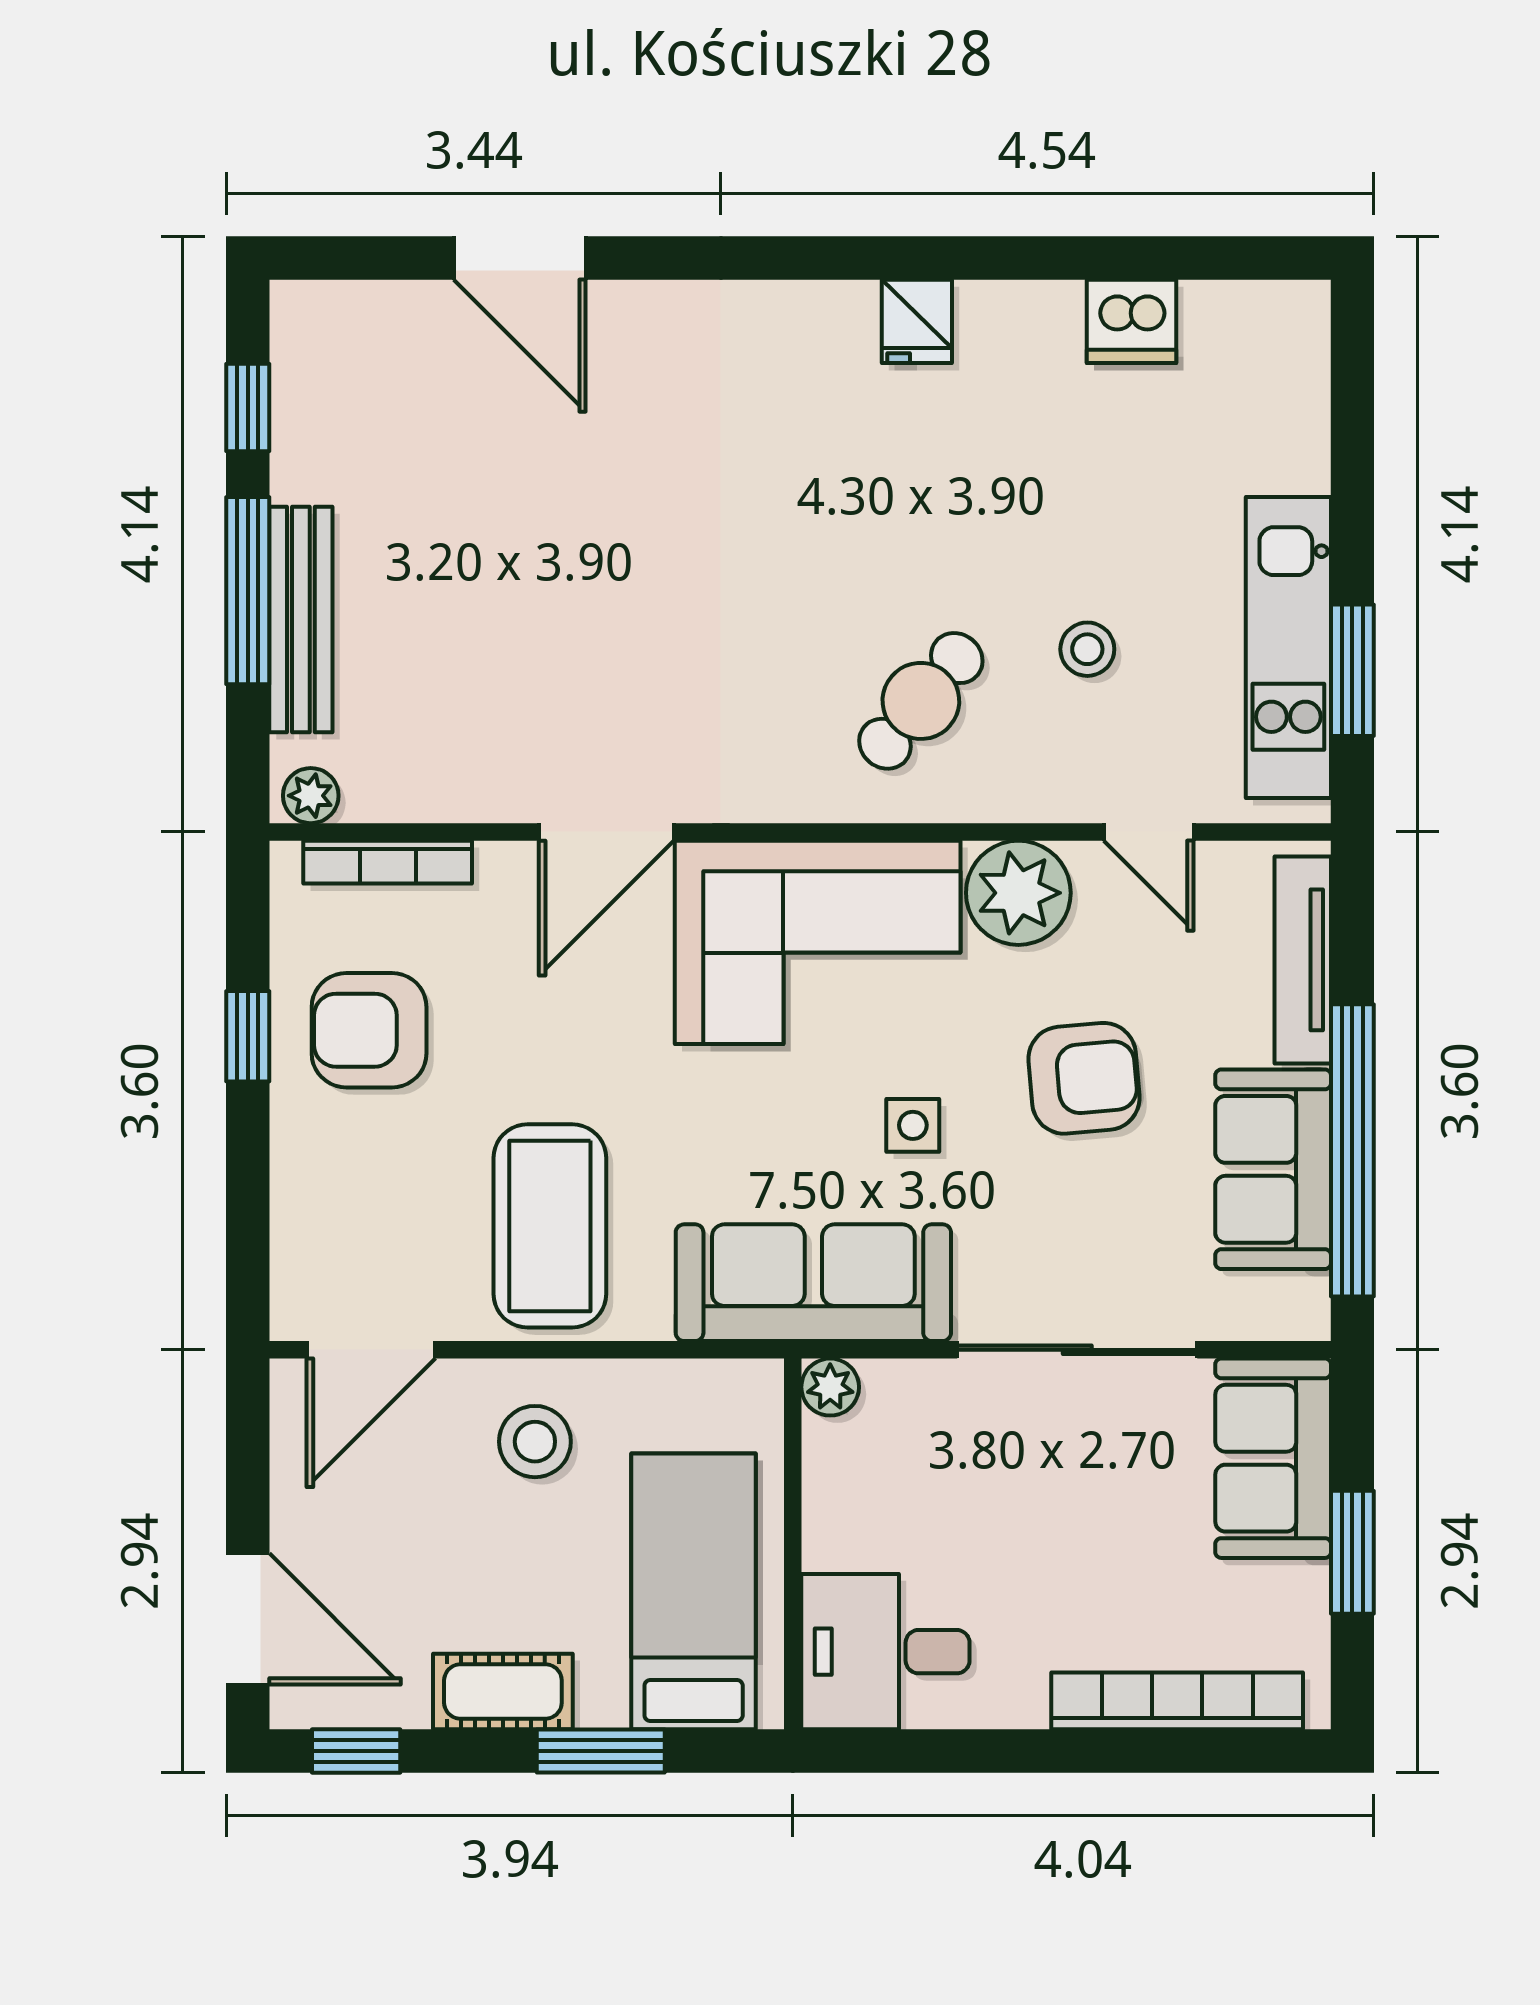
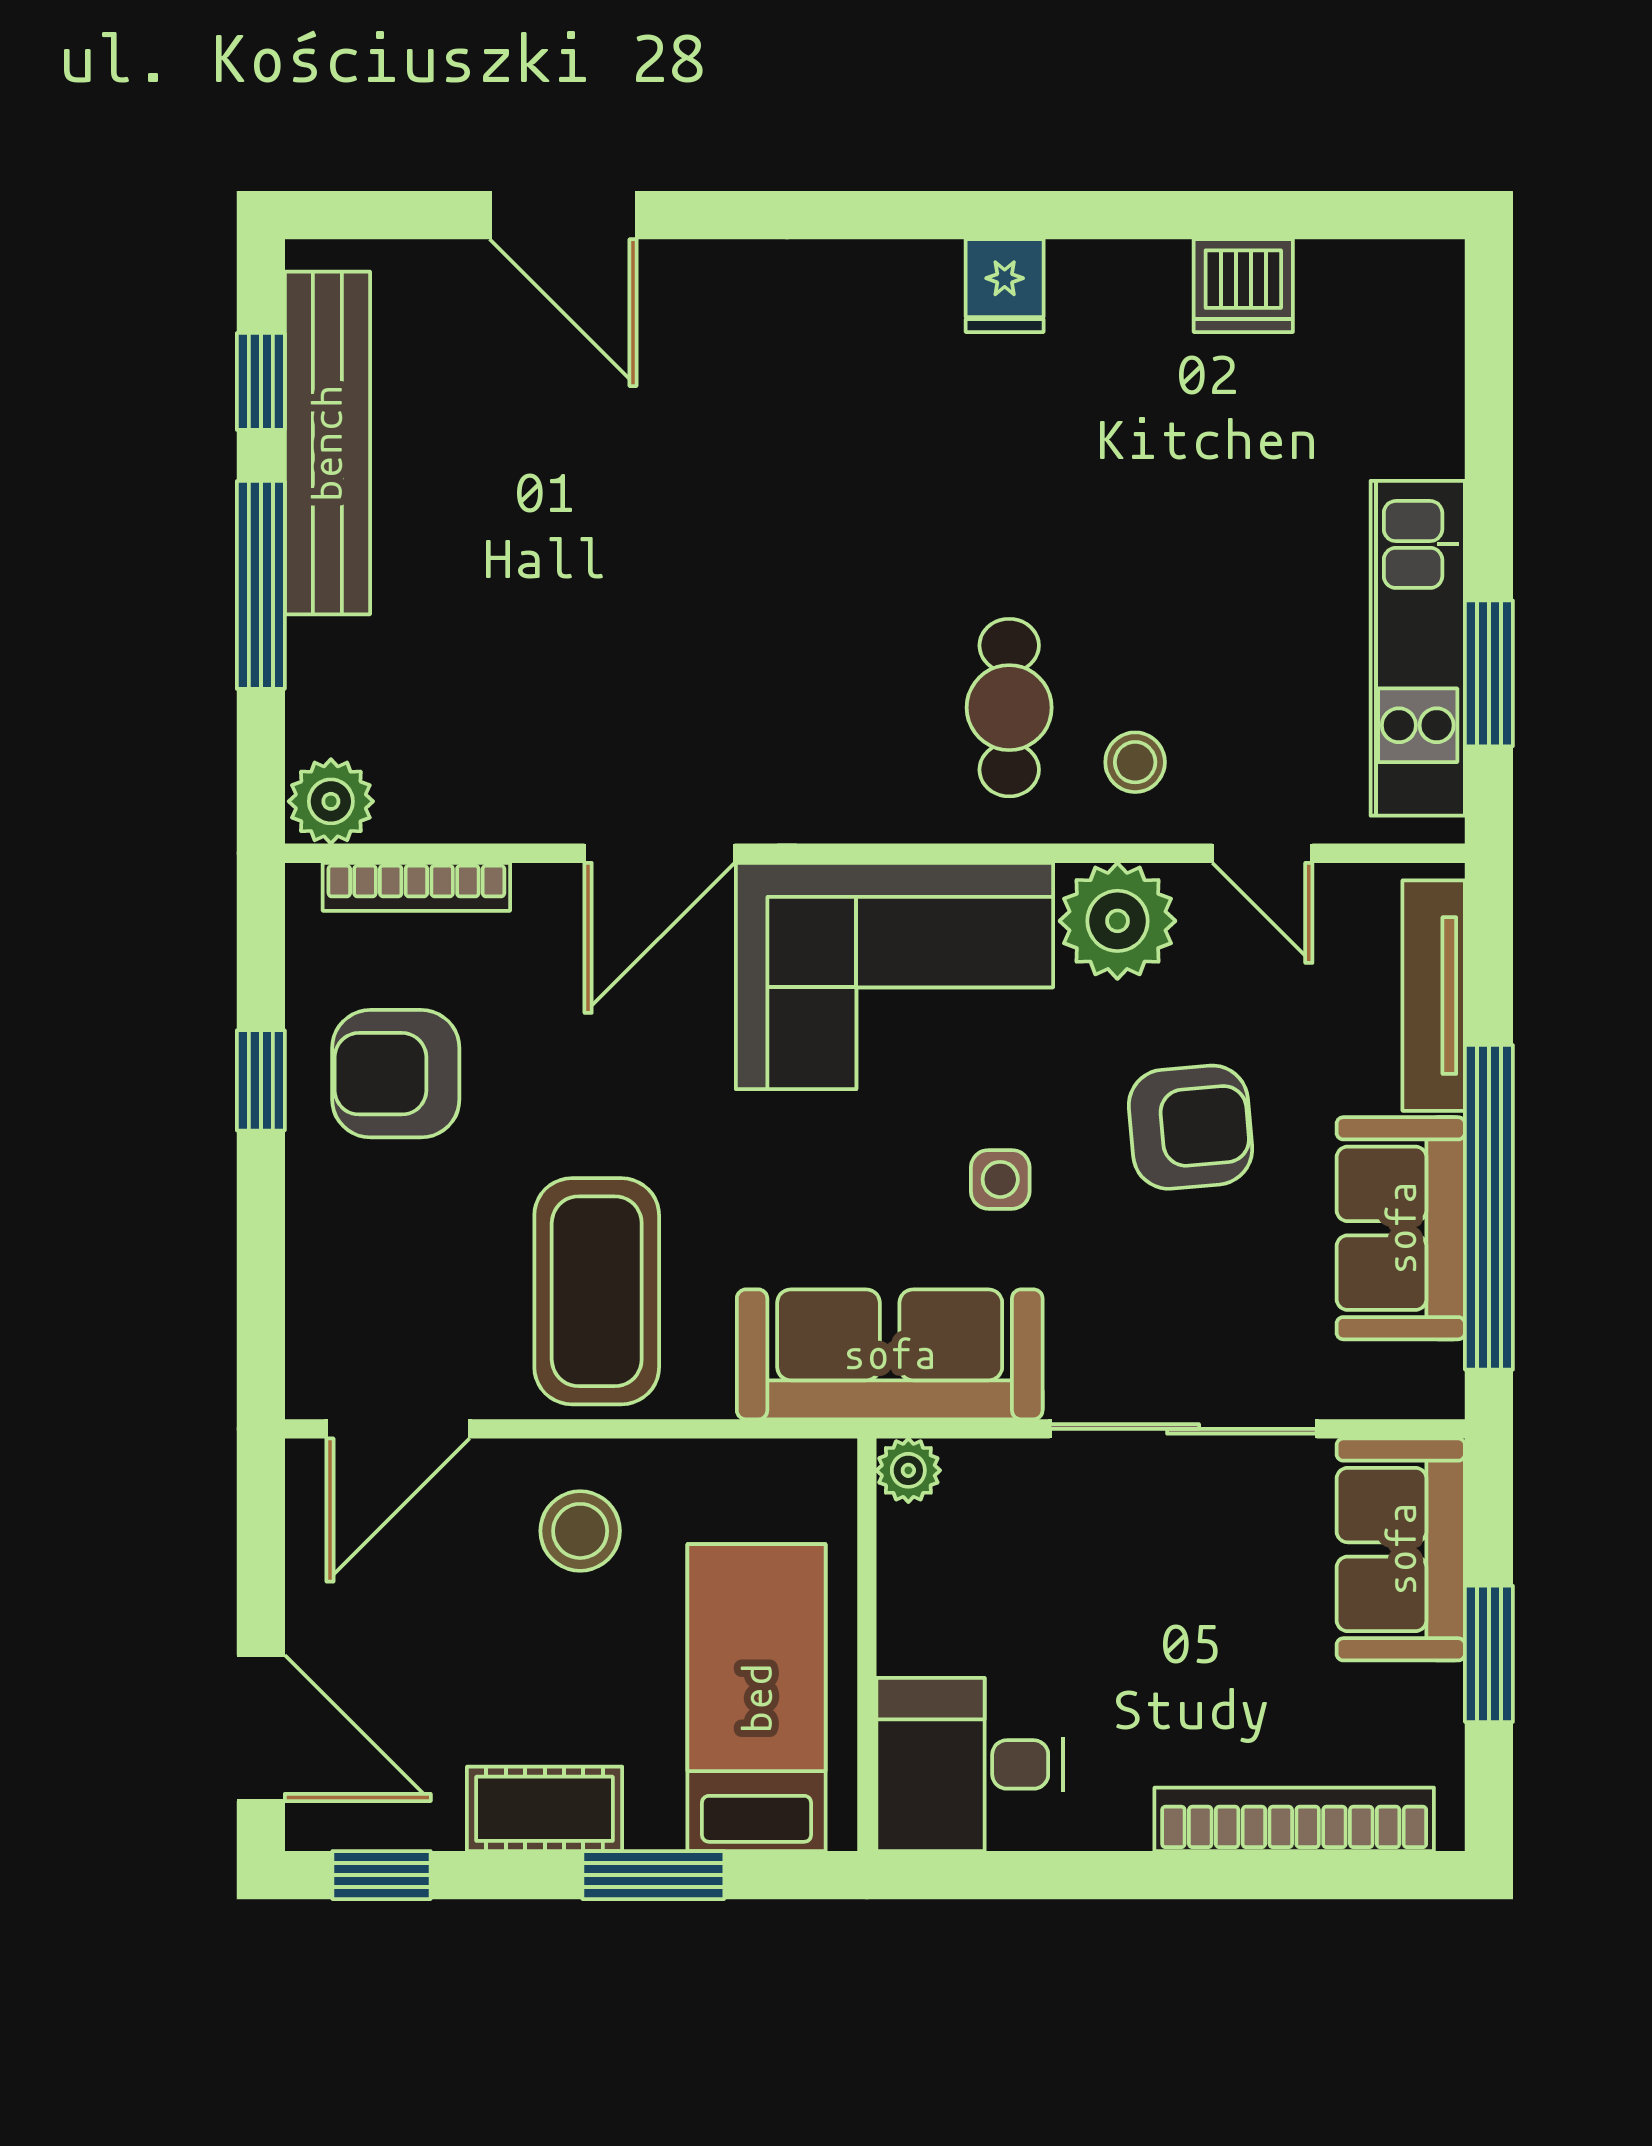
bench: (301, 619) -> (327, 443), moved, width x1.37, depth x1.21
stool: (1087, 649) -> (1135, 762), moved
cafe table: (921, 701) -> (1009, 708), turned -40
plant: (311, 796) -> (331, 801), width x1.38, depth x1.38

